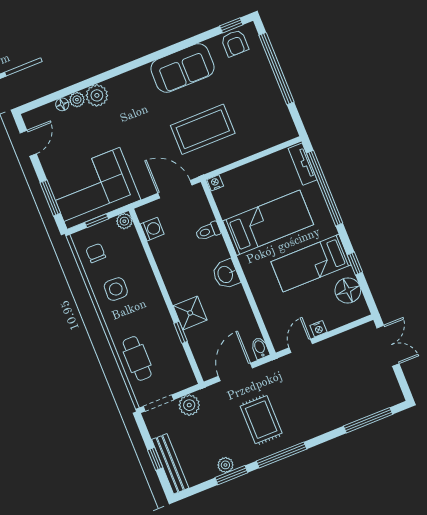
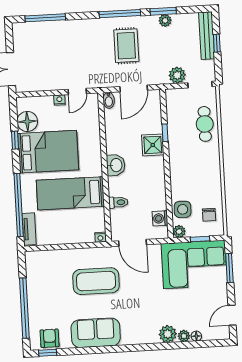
bed: (311, 263) -> (48, 152), width x1.50
side table: (116, 289) -> (183, 209), moved

